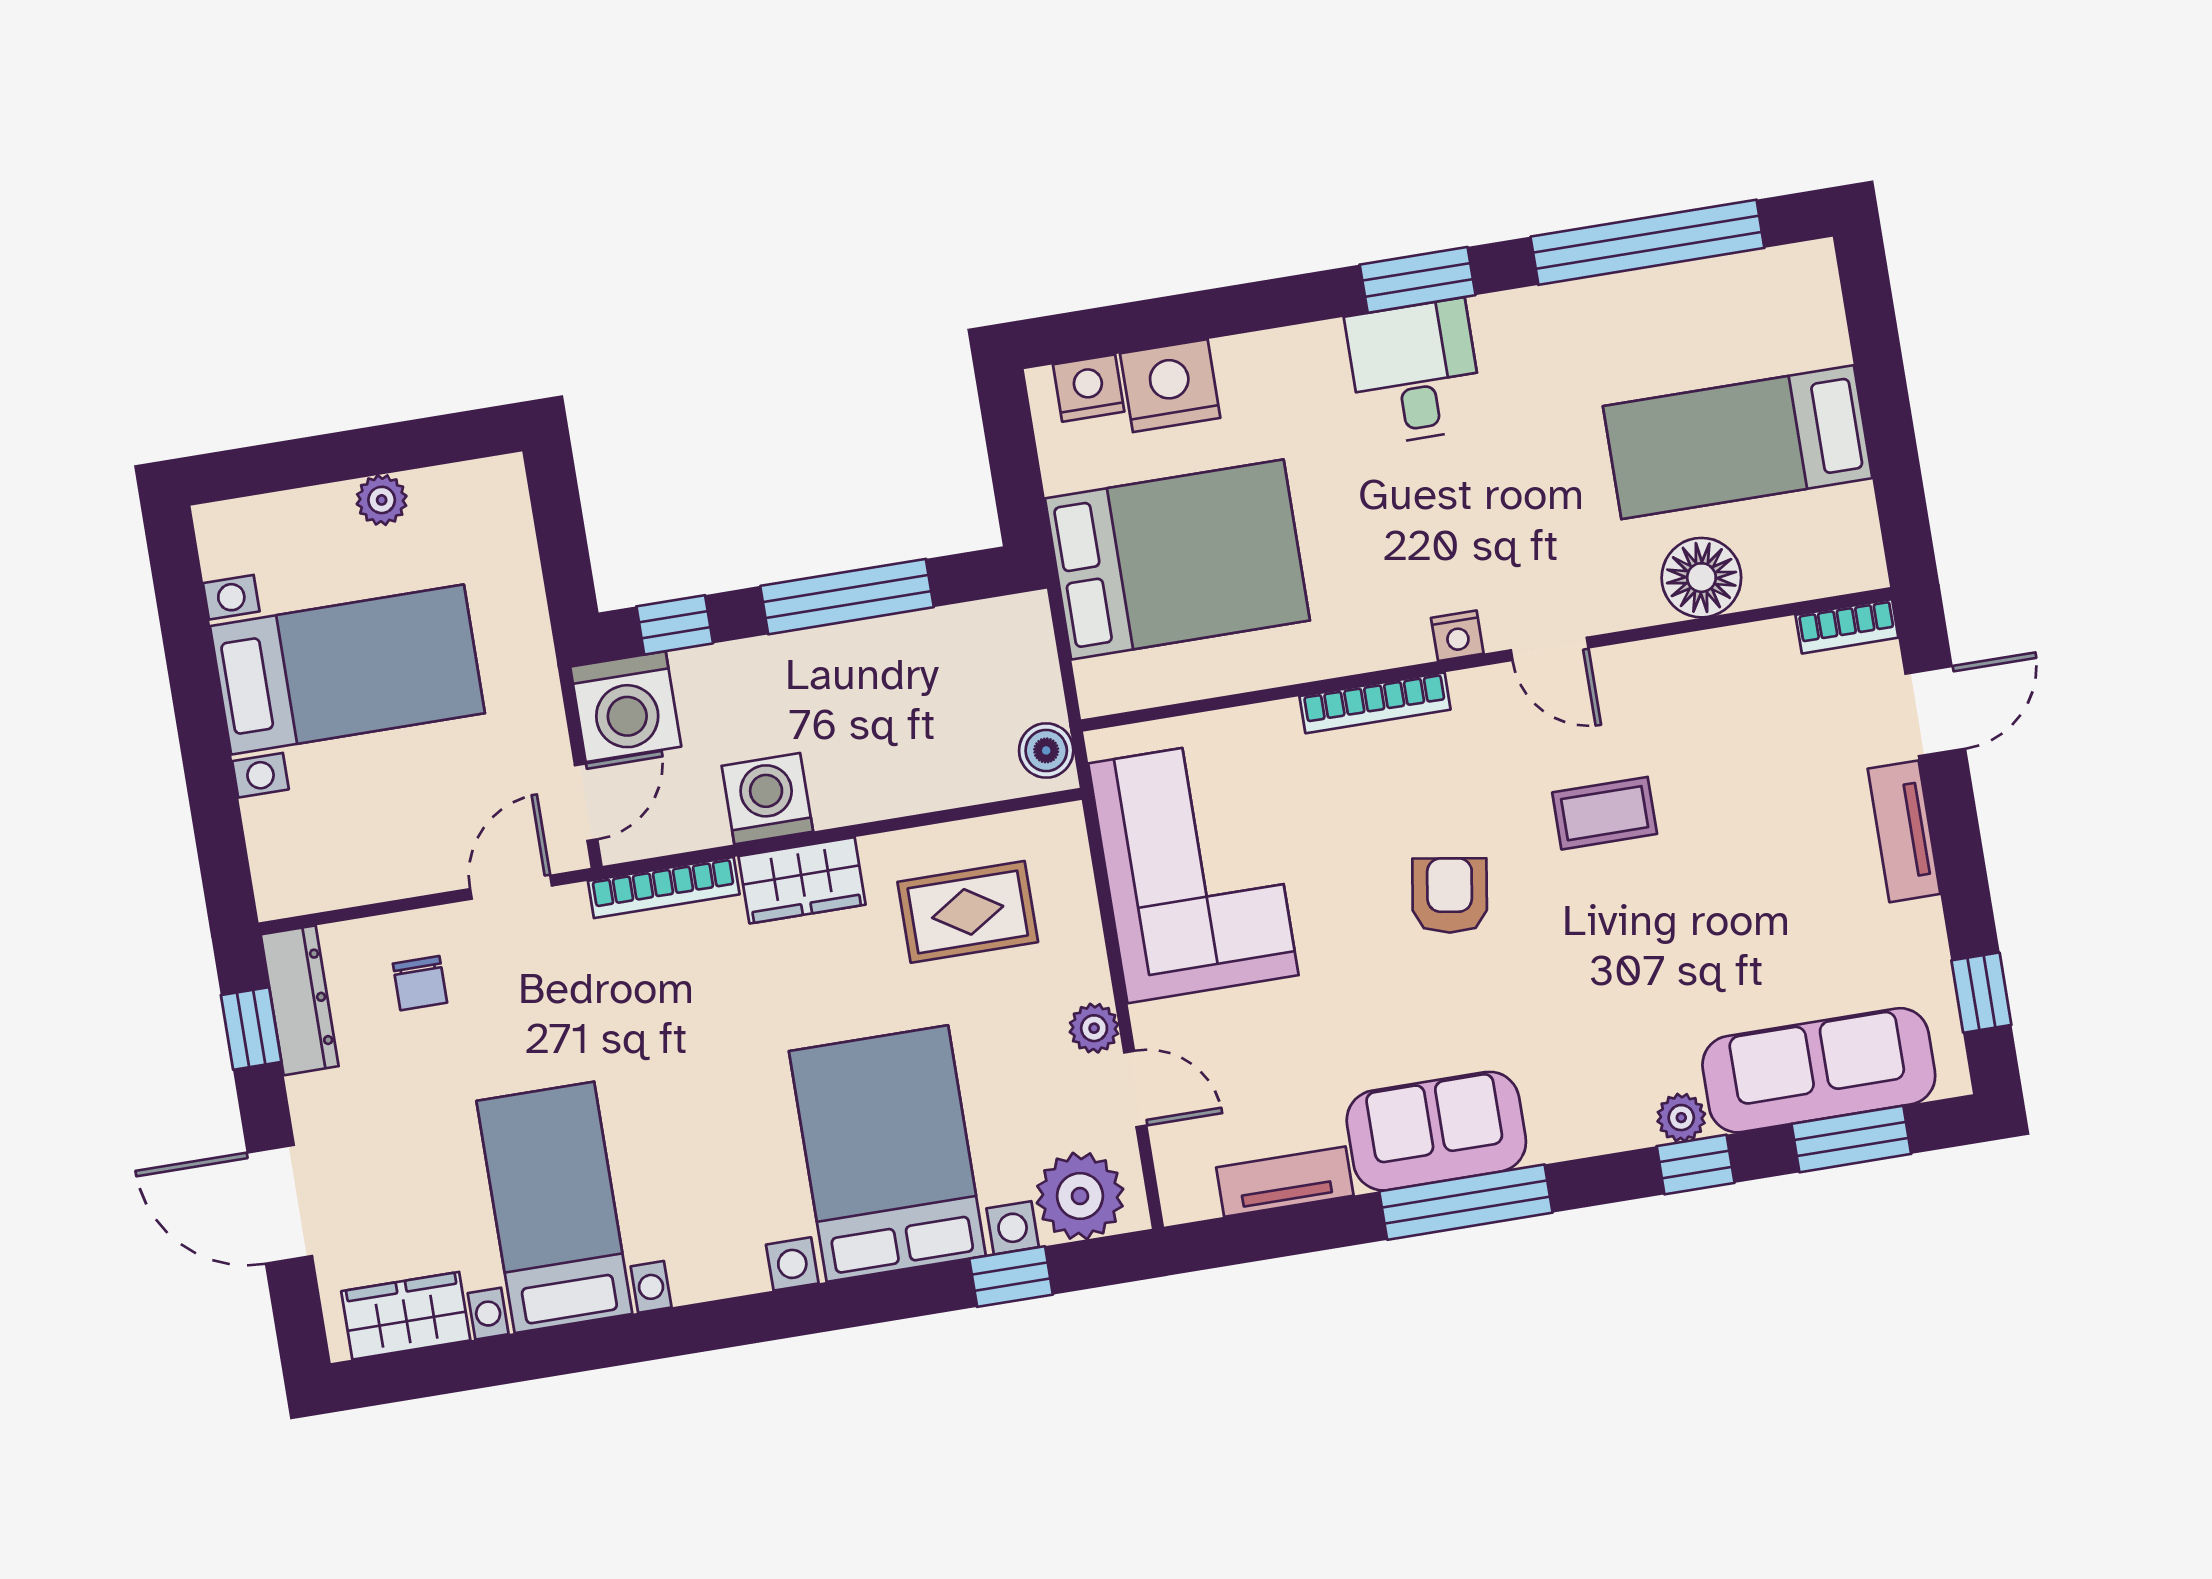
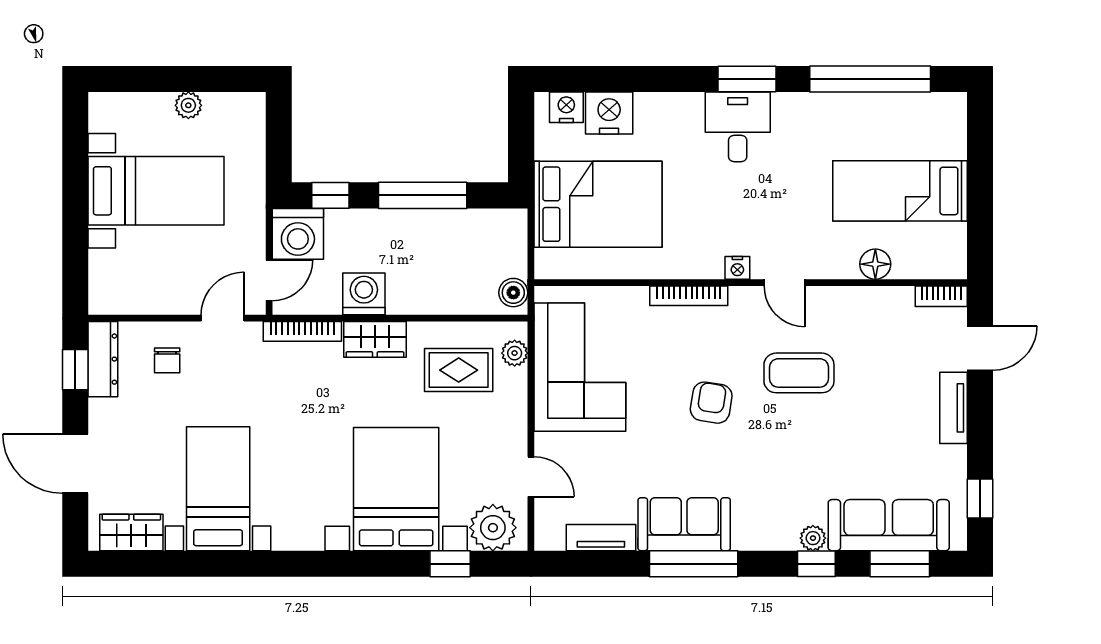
floor lamp: (1701, 578) -> (875, 264), width x0.73, depth x0.73
coffee table: (1605, 813) -> (799, 373), width x1.36, depth x1.30
plant: (1094, 1028) -> (515, 353), moved

